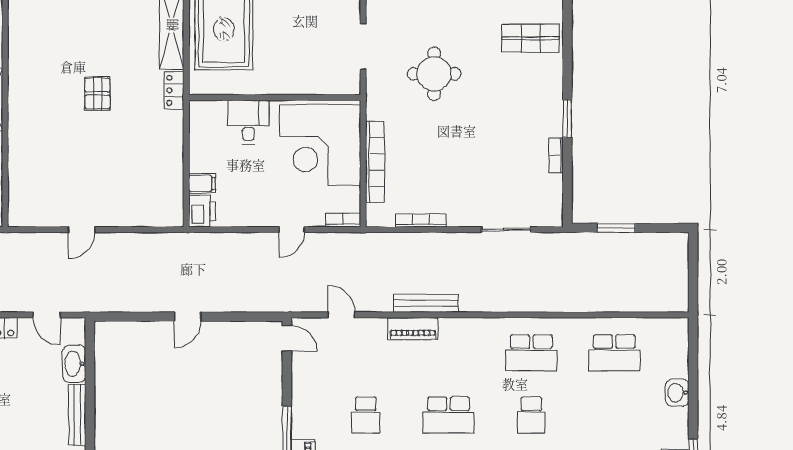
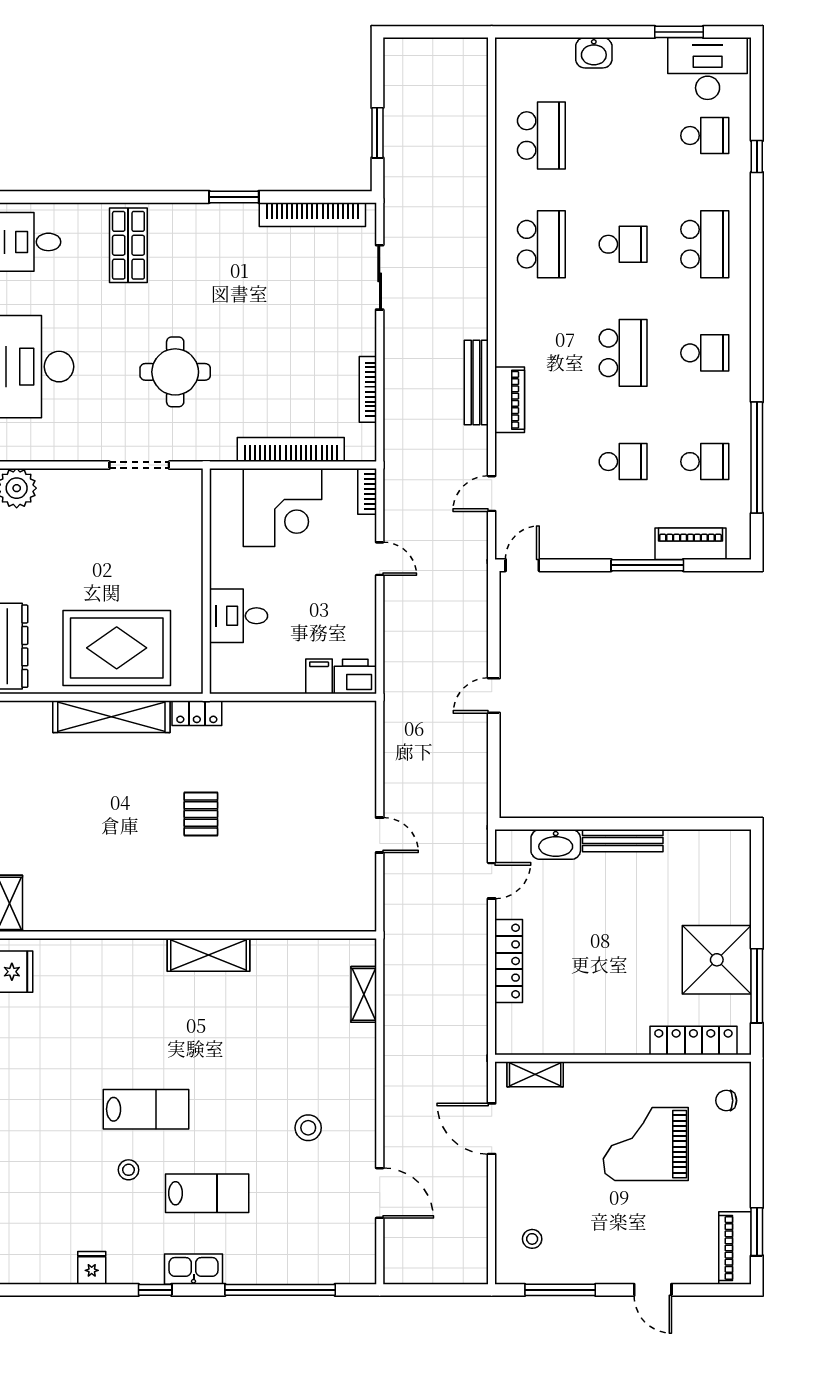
pallet: (97, 93) -> (201, 814), turned 90
corner desk: (320, 145) -> (283, 508), width x0.74, depth x0.74
bookcase: (556, 155) -> (312, 215), width x2.31, depth x1.31
door: (188, 317) -> (494, 695), swing flipped

